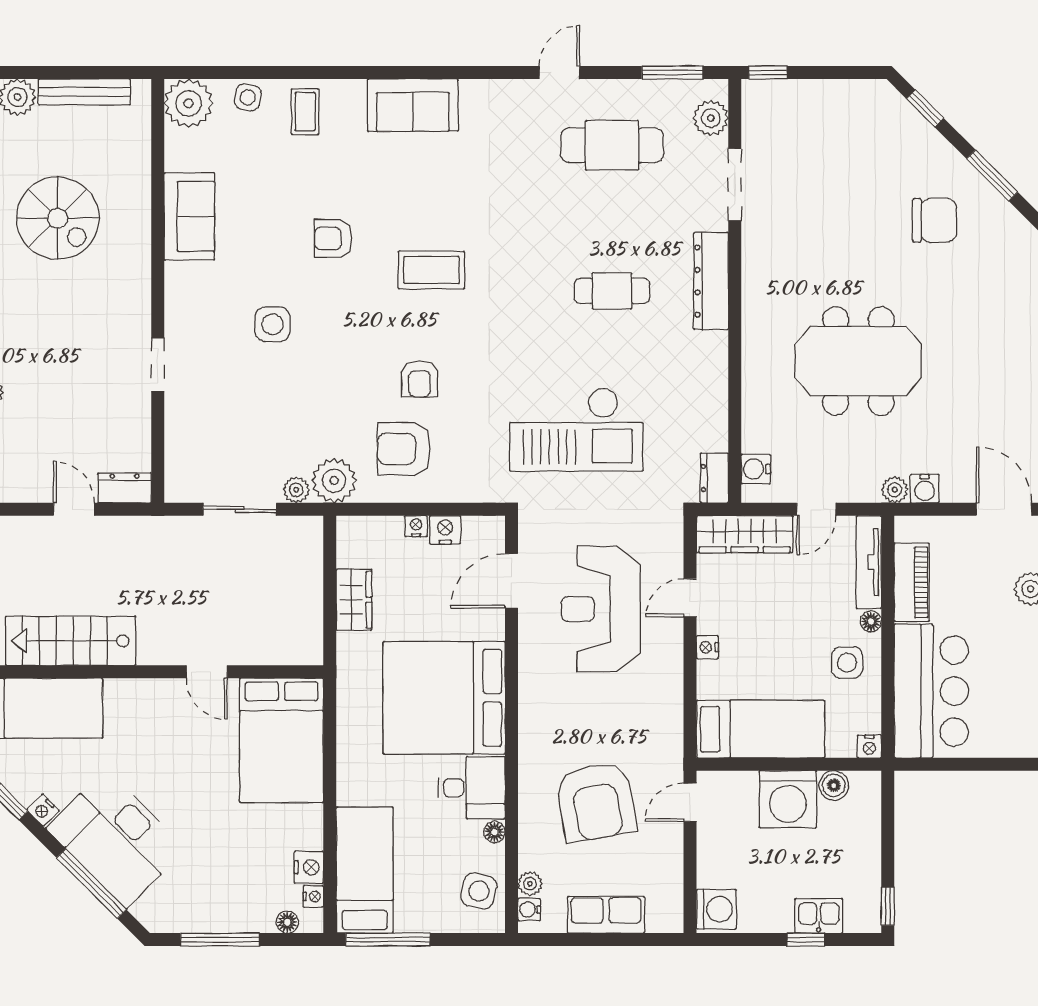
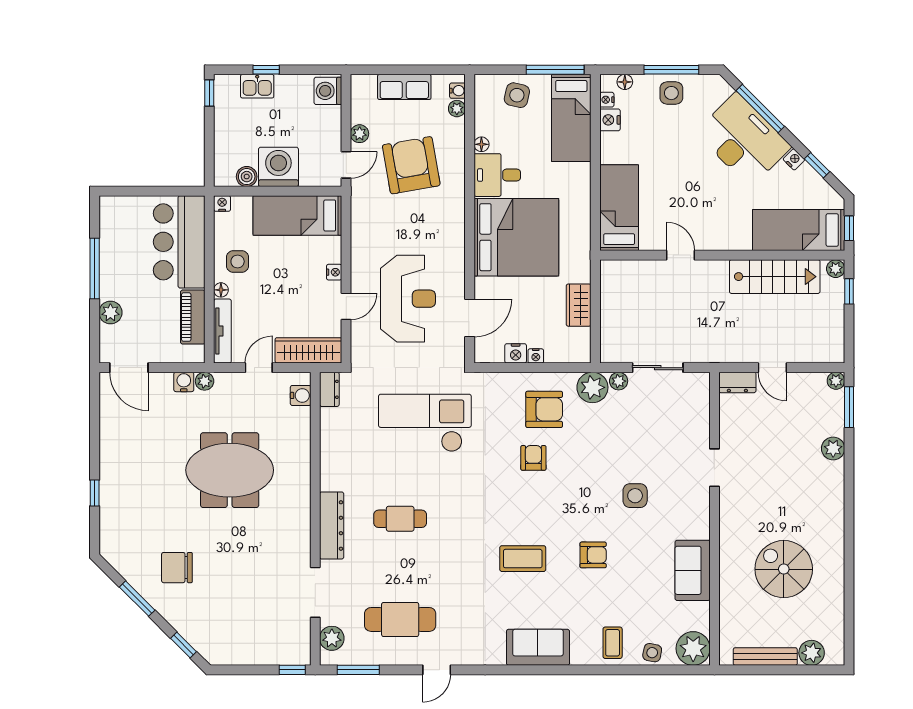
coffee table: (431, 270) -> (523, 559), moved
bed: (282, 740) -> (619, 208), width x0.67
plant: (671, 847) -> (360, 134), added
side table: (479, 891) -> (517, 95), moved
side table: (220, 906) -> (671, 93), added

